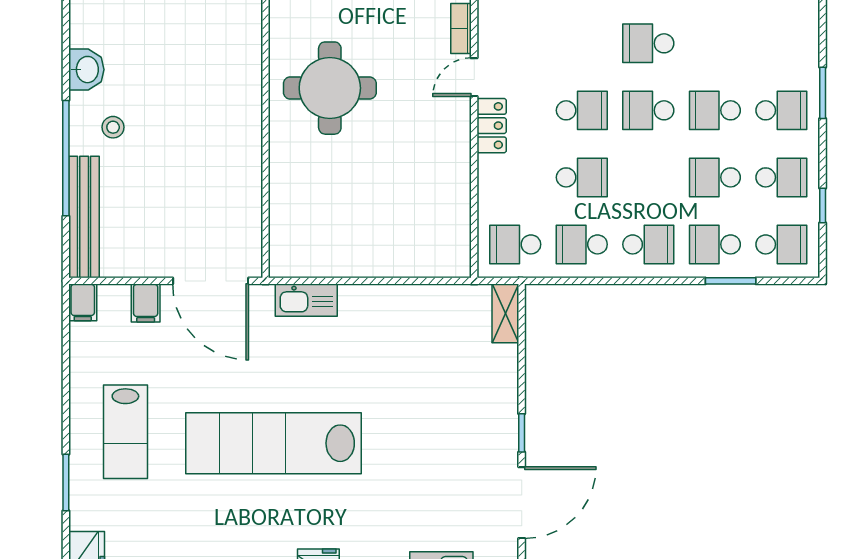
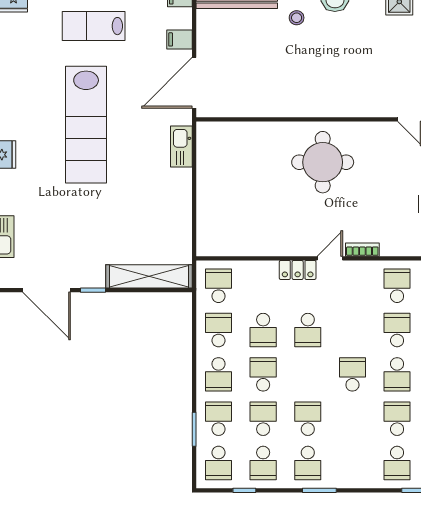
door: (474, 77) -> (330, 258), hinge flipped
school desk: (648, 110) -> (263, 374), moved
shelving: (505, 313) -> (149, 276), width x2.20, depth x1.33
lab bench: (274, 443) -> (86, 125), turned 180

